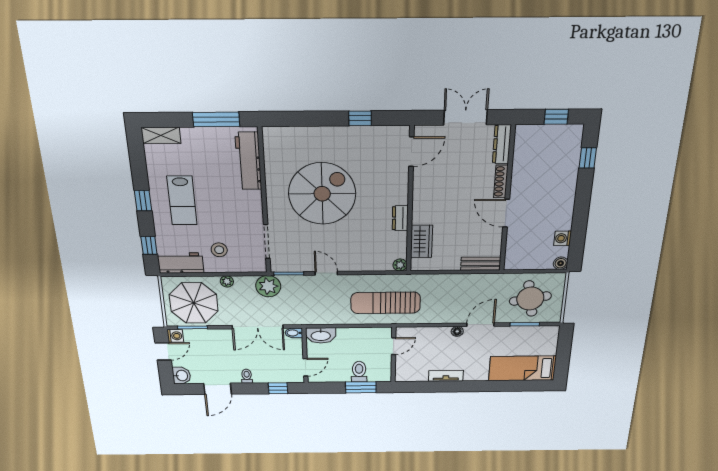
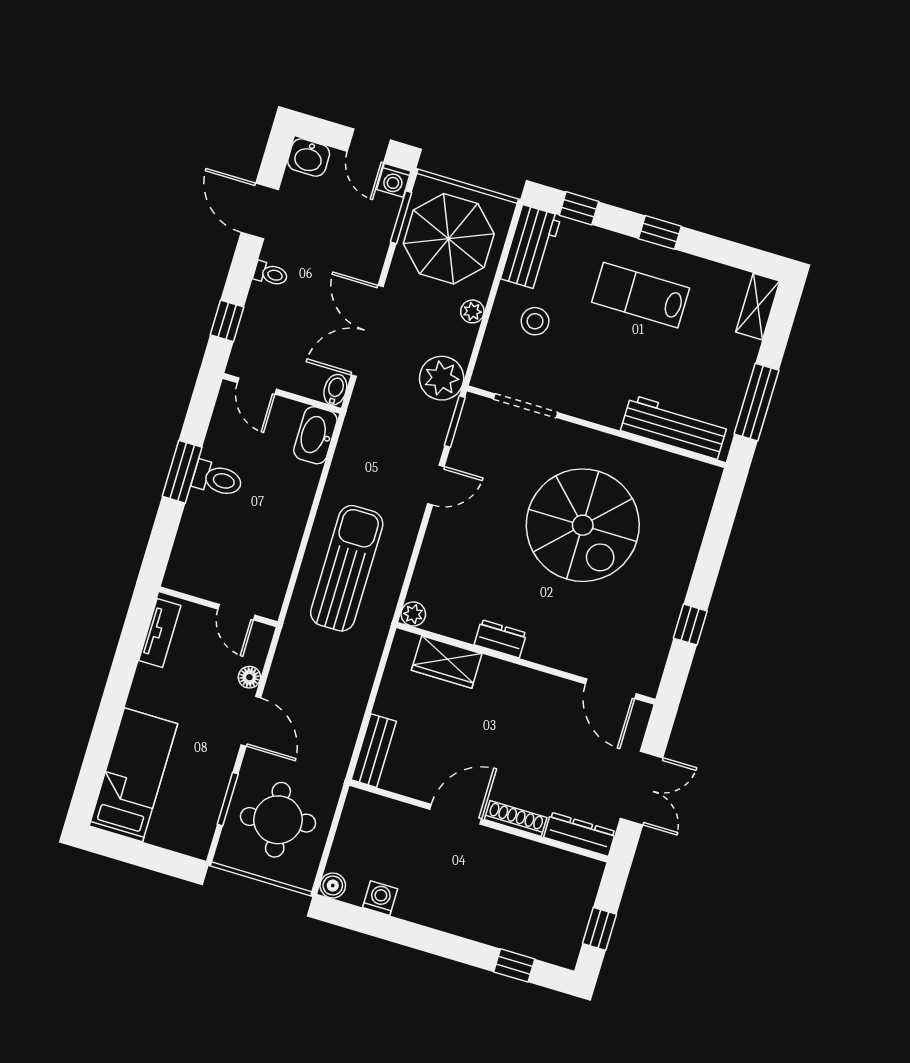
door: (394, 346) -> (236, 612), moved
wall: (393, 355) -> (218, 607), moved

